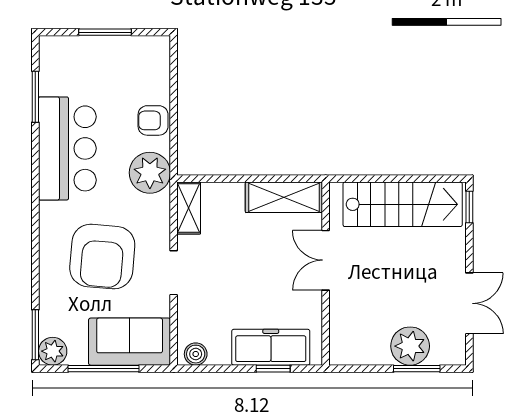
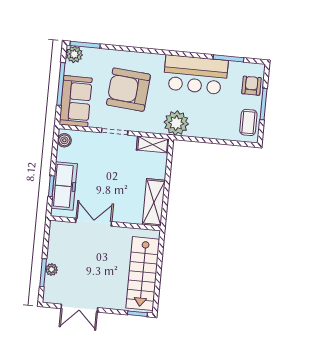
coffee table: (138, 54) -> (248, 122), added
armchair: (153, 120) -> (251, 86), moved
double door: (326, 260) -> (94, 222), moved
plant: (410, 346) -> (52, 269), width x0.53, depth x0.53

